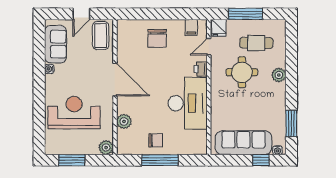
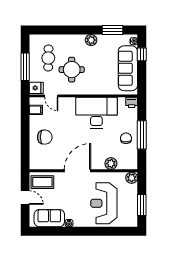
printer: (201, 69) -> (132, 102), moved
plant: (279, 75) -> (91, 40), moved

